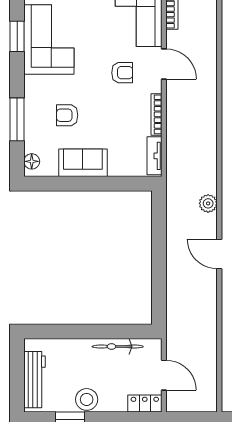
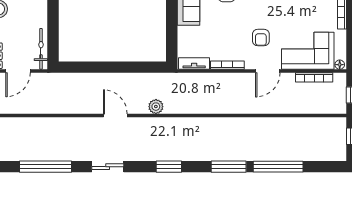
door: (219, 254) -> (115, 115), hinge flipped
bicycle: (118, 347) -> (41, 49), moved

